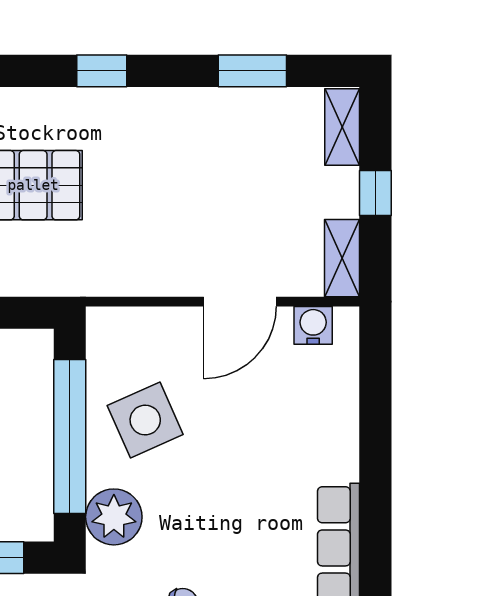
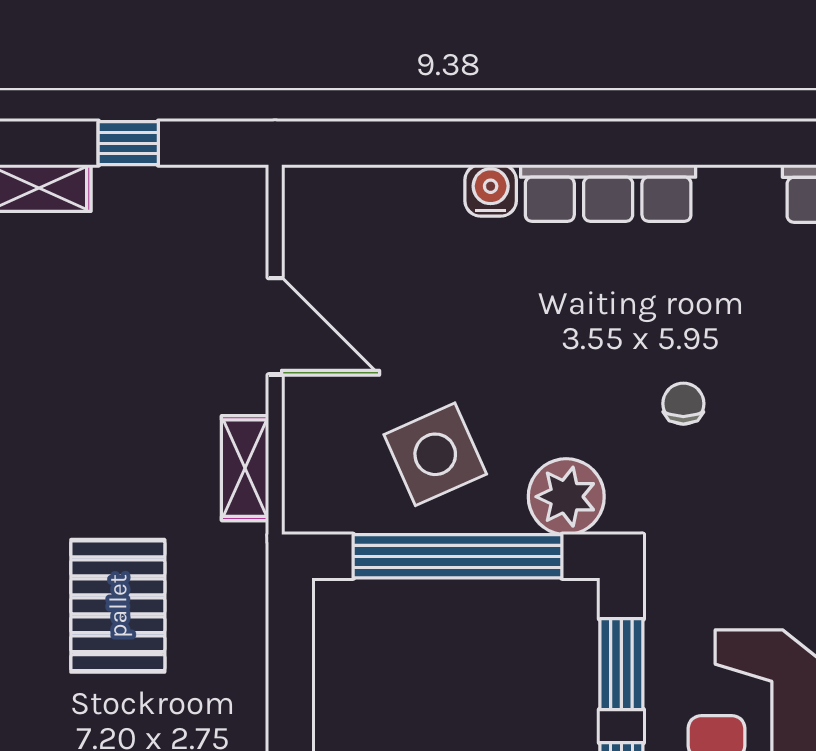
shelving: (342, 258) -> (245, 468), moved, turned 90
water cooler: (313, 325) -> (491, 190), moved, turned 90

